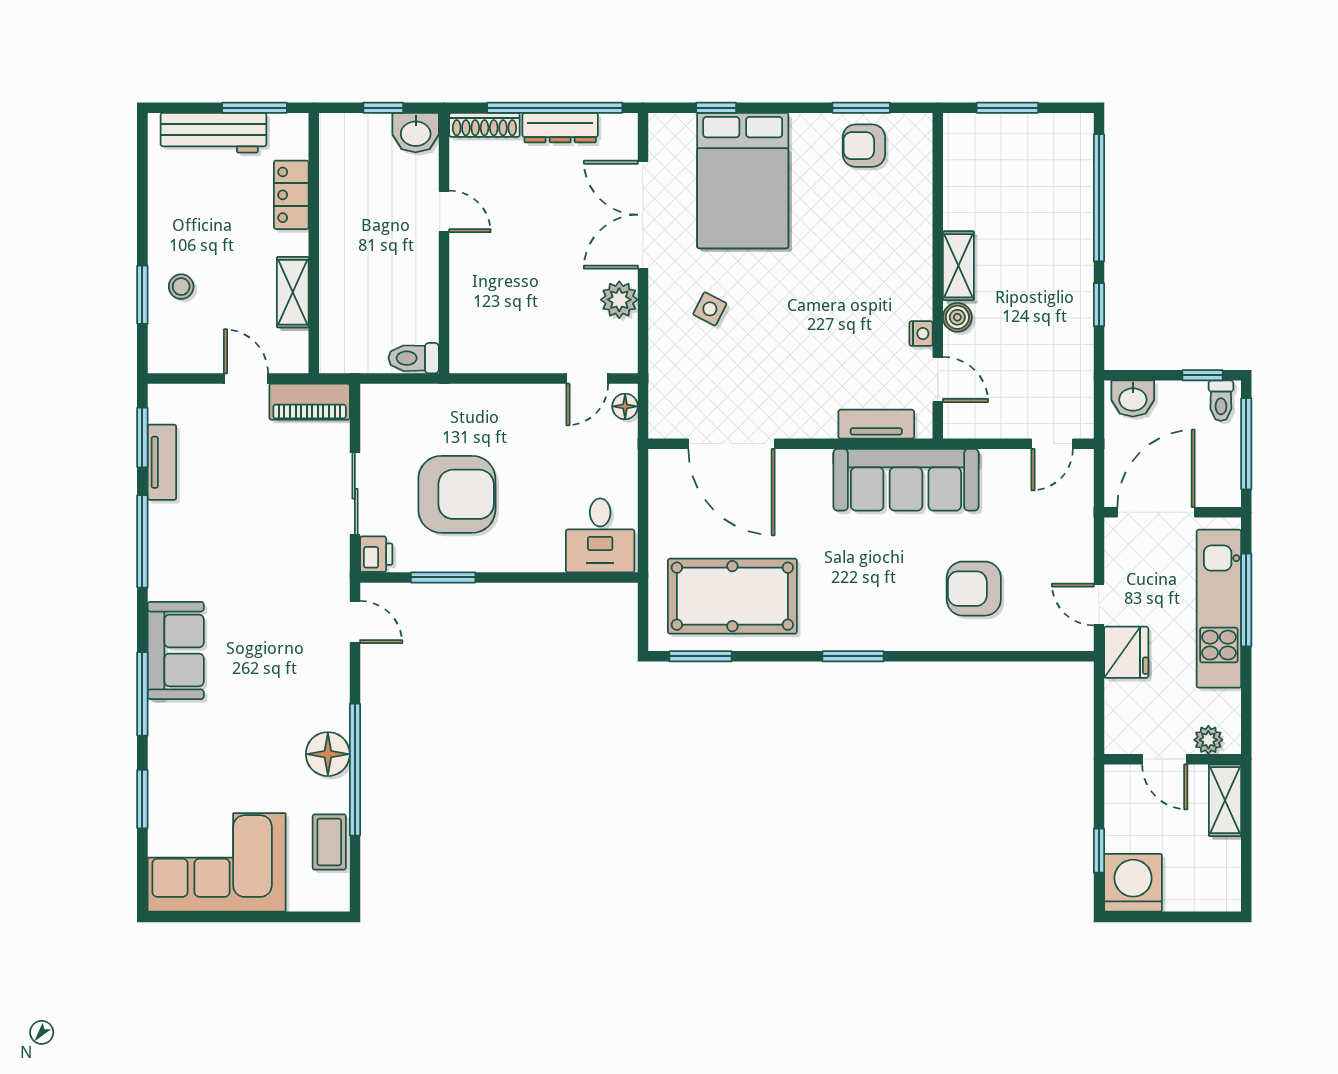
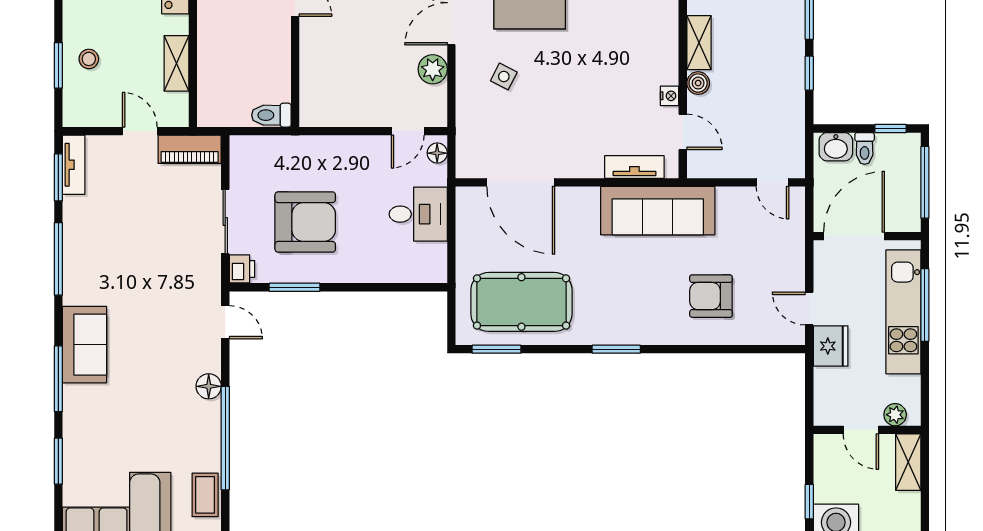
toilet: (1221, 401) -> (865, 148), moved
door: (1052, 444) -> (773, 182), hinge flipped
tv unit: (162, 462) -> (74, 165), moved
desk: (600, 535) -> (418, 214), moved, turned -90
floor lamp: (328, 754) -> (209, 386), moved, width x0.73, depth x0.73

